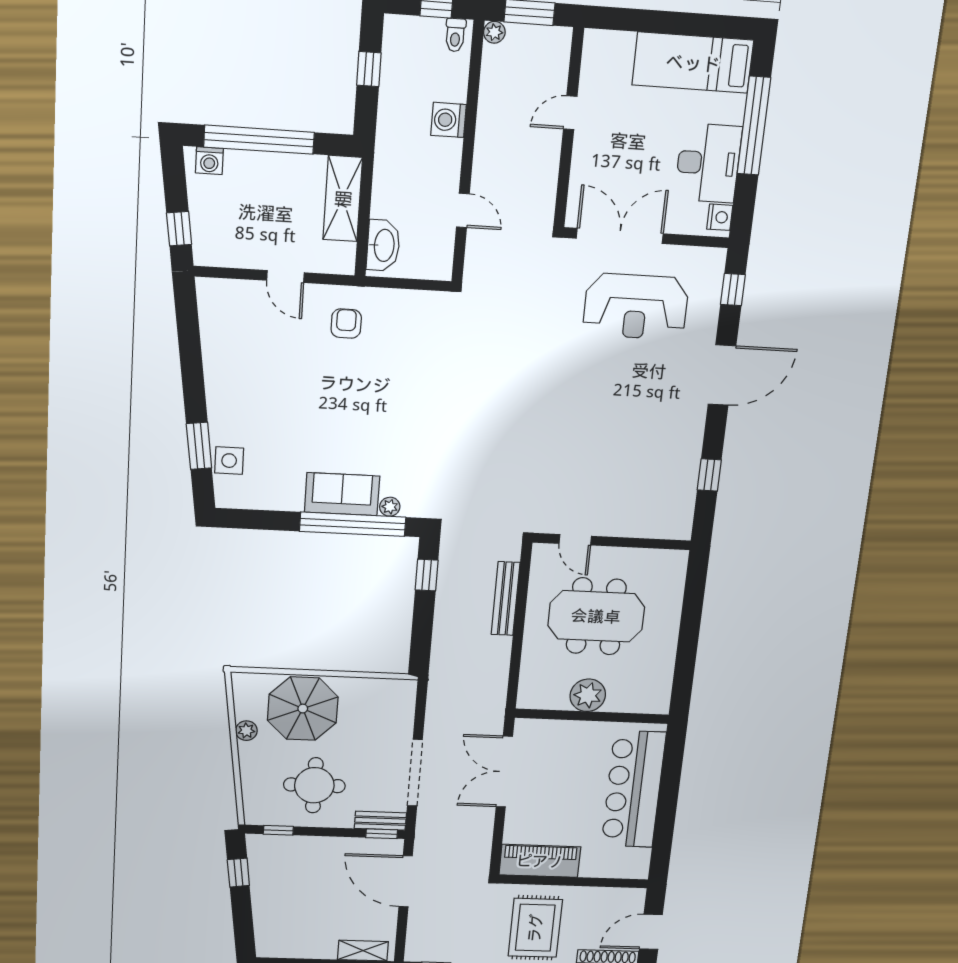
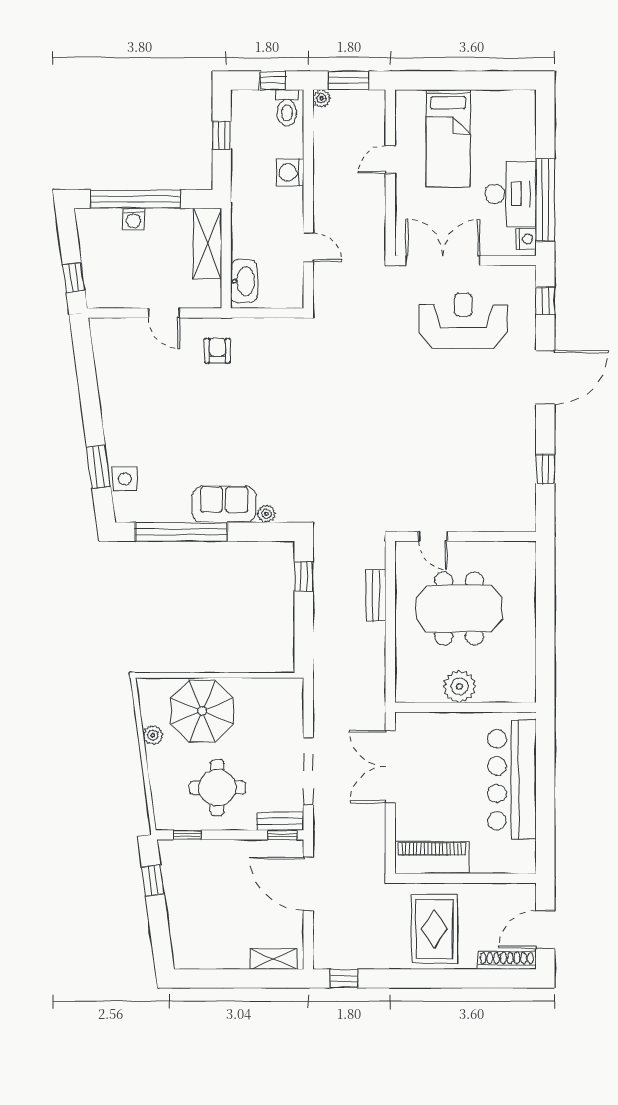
toilet: (455, 35) -> (287, 108), width x1.37, depth x1.39
bed: (693, 63) -> (448, 138), moved, turned -90
window: (754, 126) -> (545, 200), moved
washing machine: (209, 161) -> (134, 219), moved
reception desk: (636, 306) -> (463, 321), turned 180
window: (353, 524) -> (181, 532), moved
bench: (506, 599) -> (376, 595), width x0.73

